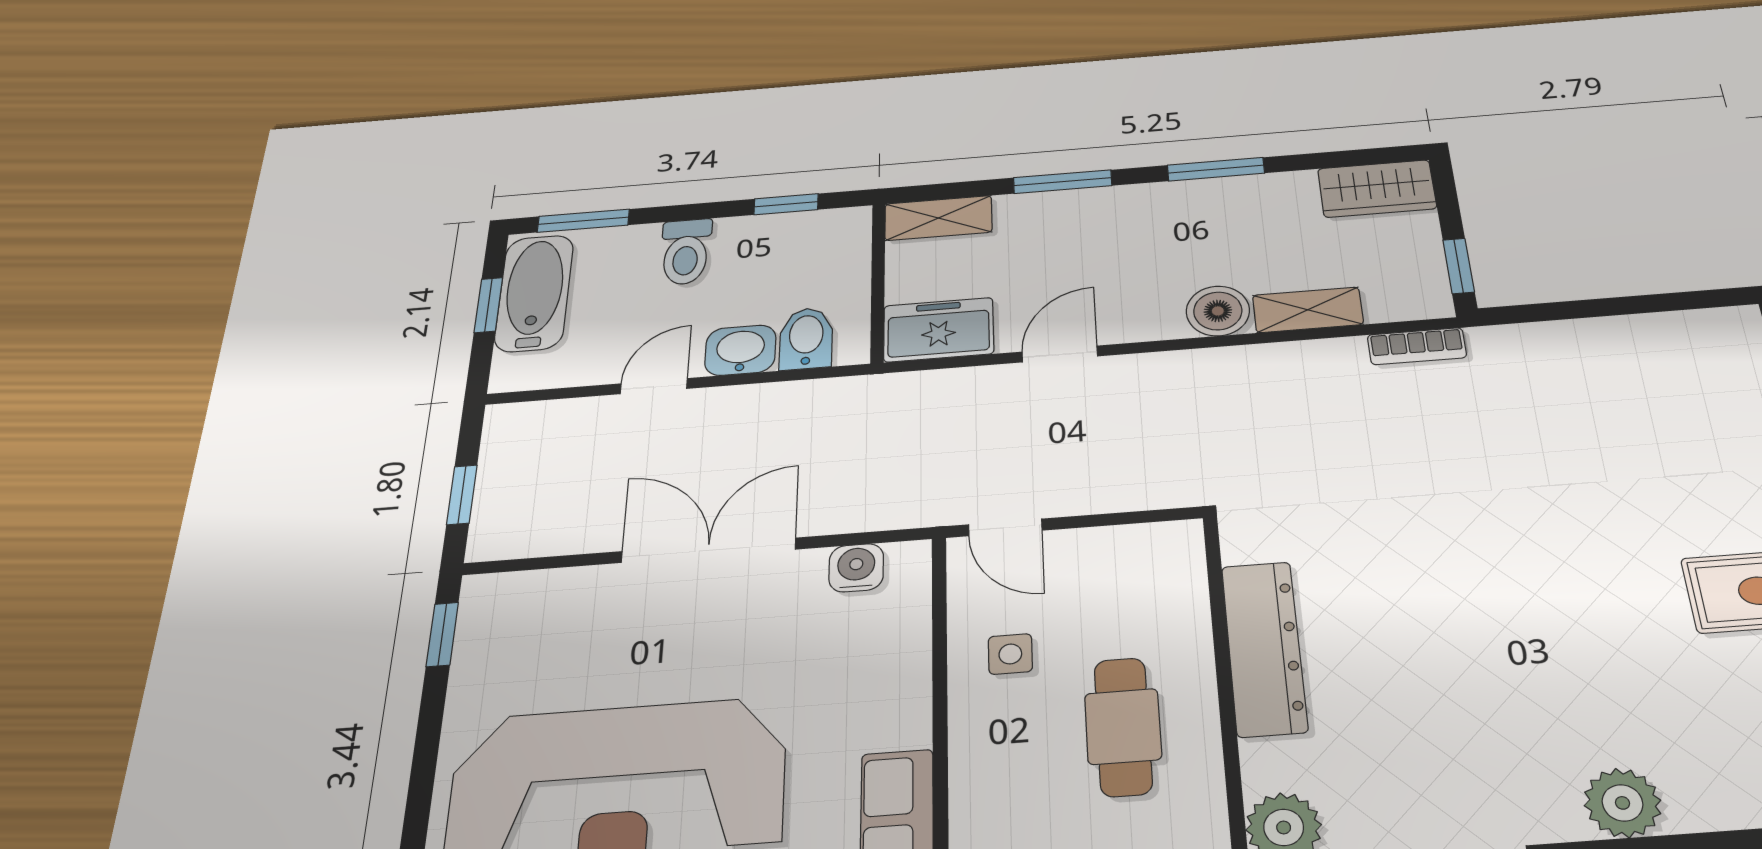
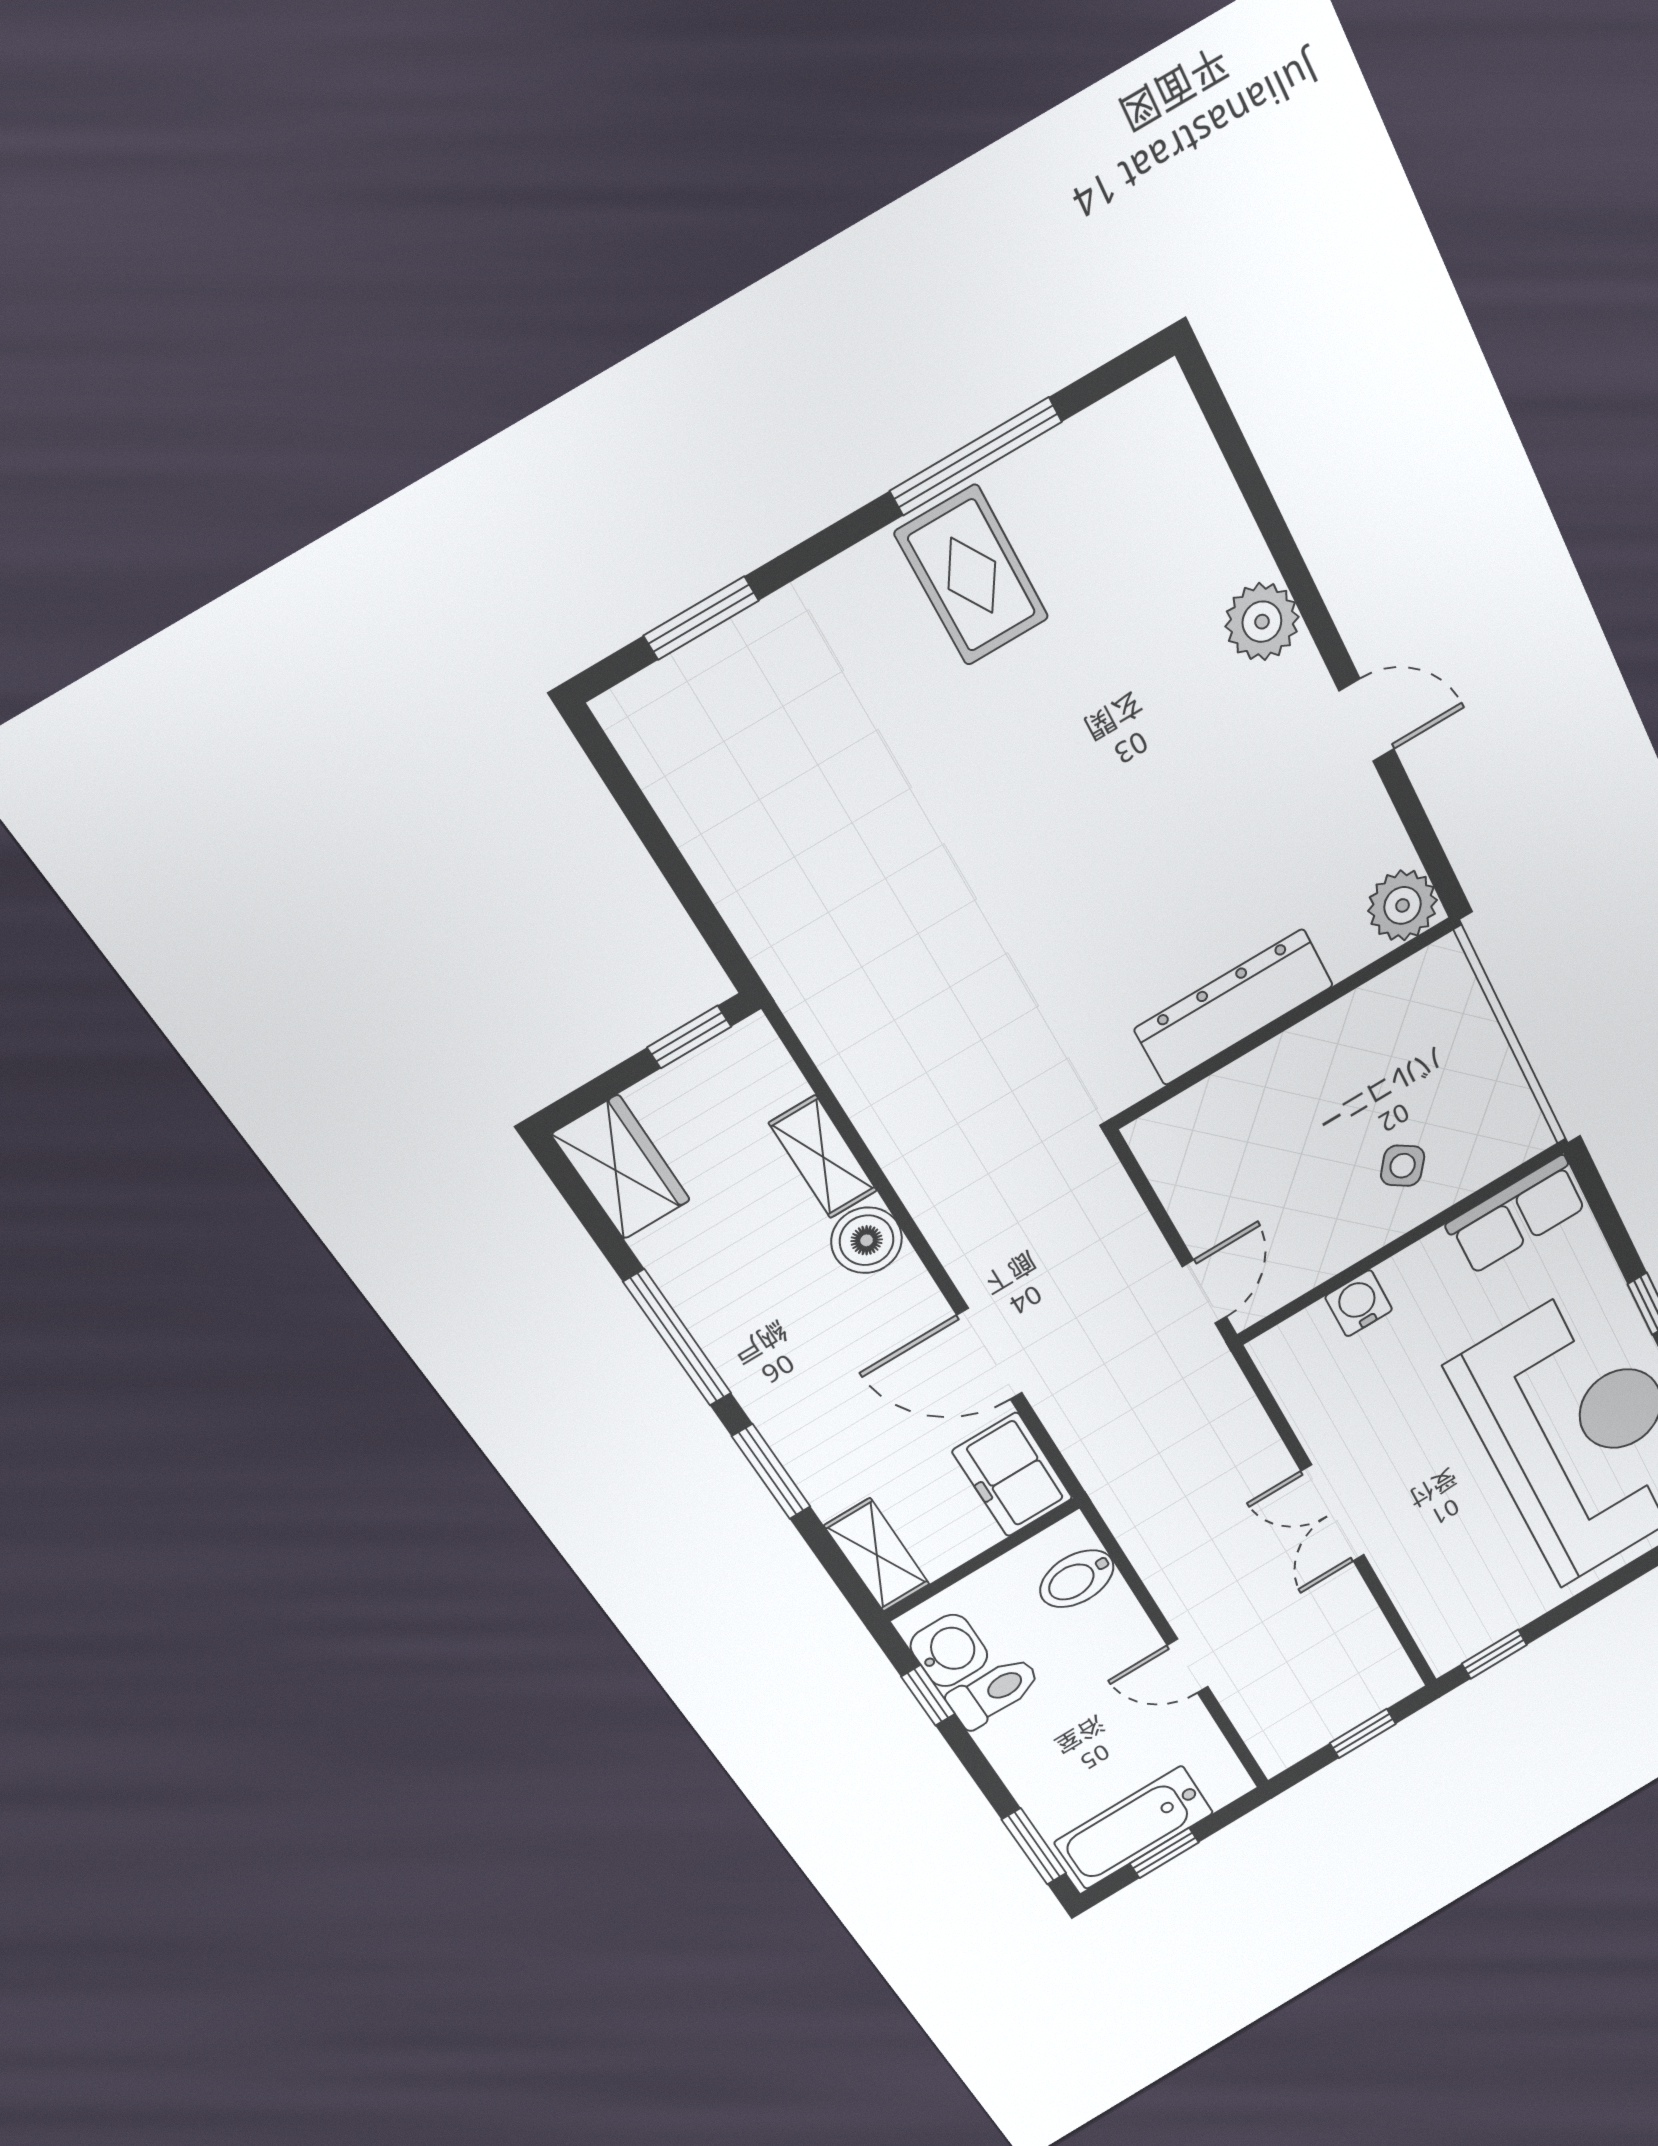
window: (1216, 169) -> (678, 1338), width x1.44
toilet: (686, 252) -> (994, 1692), moved
bookcase: (1417, 346) -> (819, 1031), removed
washbasin: (740, 350) -> (949, 1651), moved, turned 180
door: (1060, 354) -> (990, 1354), width x1.38
double door: (708, 550) -> (1333, 1513), width x0.73
water cooler: (856, 568) -> (1359, 1303), moved, turned 90
side table: (1010, 654) -> (1403, 1166), moved, turned 36
cafe table: (1123, 726) -> (1361, 1086), removed

